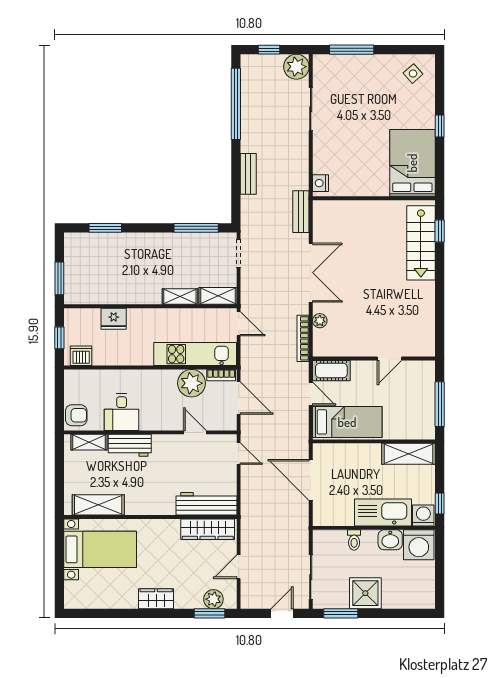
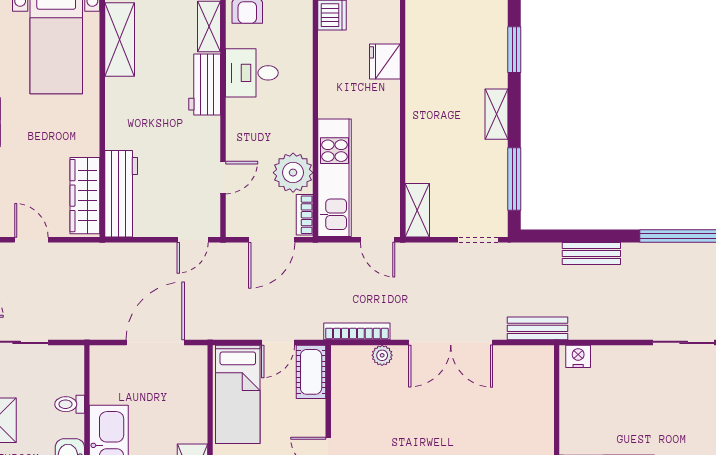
shelving: (180, 297) -> (497, 114), moved
door: (239, 324) -> (378, 240), hinge flipped

